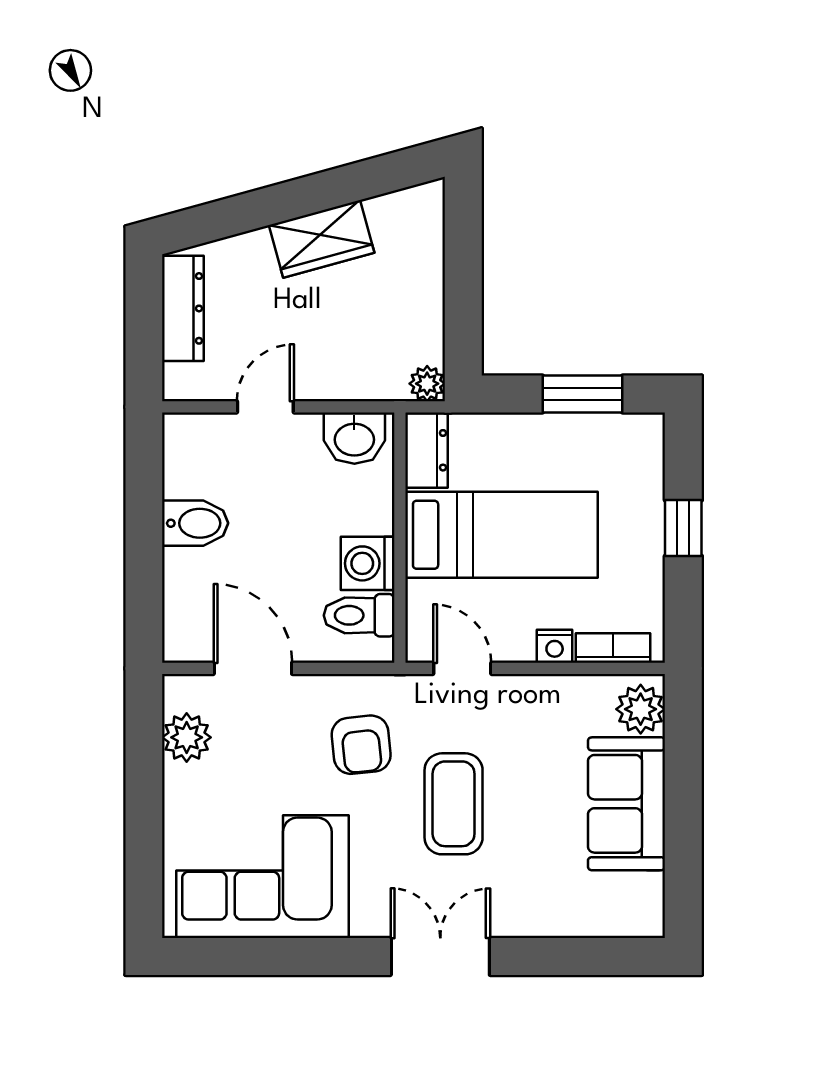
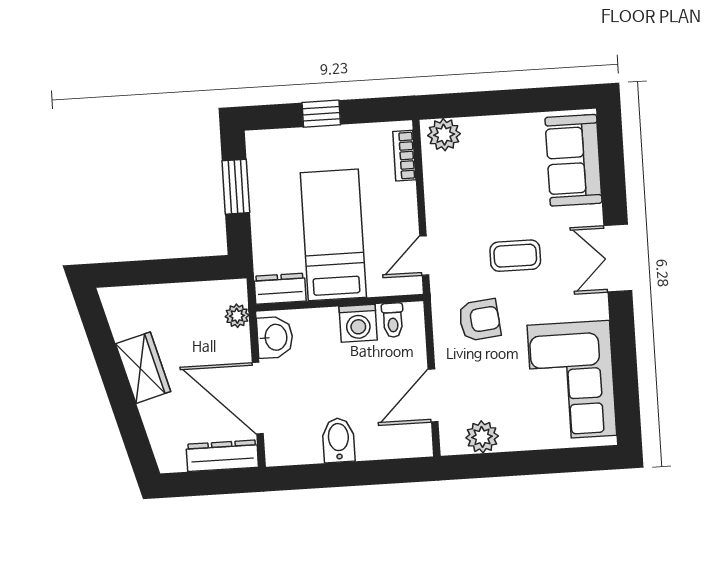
dresser: (183, 308) -> (222, 456), moved
plant: (427, 384) -> (237, 316), moved
door: (265, 407) -> (258, 398), width x1.88
toilet: (359, 615) -> (393, 320), width x0.73, depth x0.72
nightstand: (555, 646) -> (406, 195), removed
coffee table: (454, 804) -> (515, 256), width x0.73, depth x0.77
sofa: (627, 804) -> (573, 160), moved, turned 90

